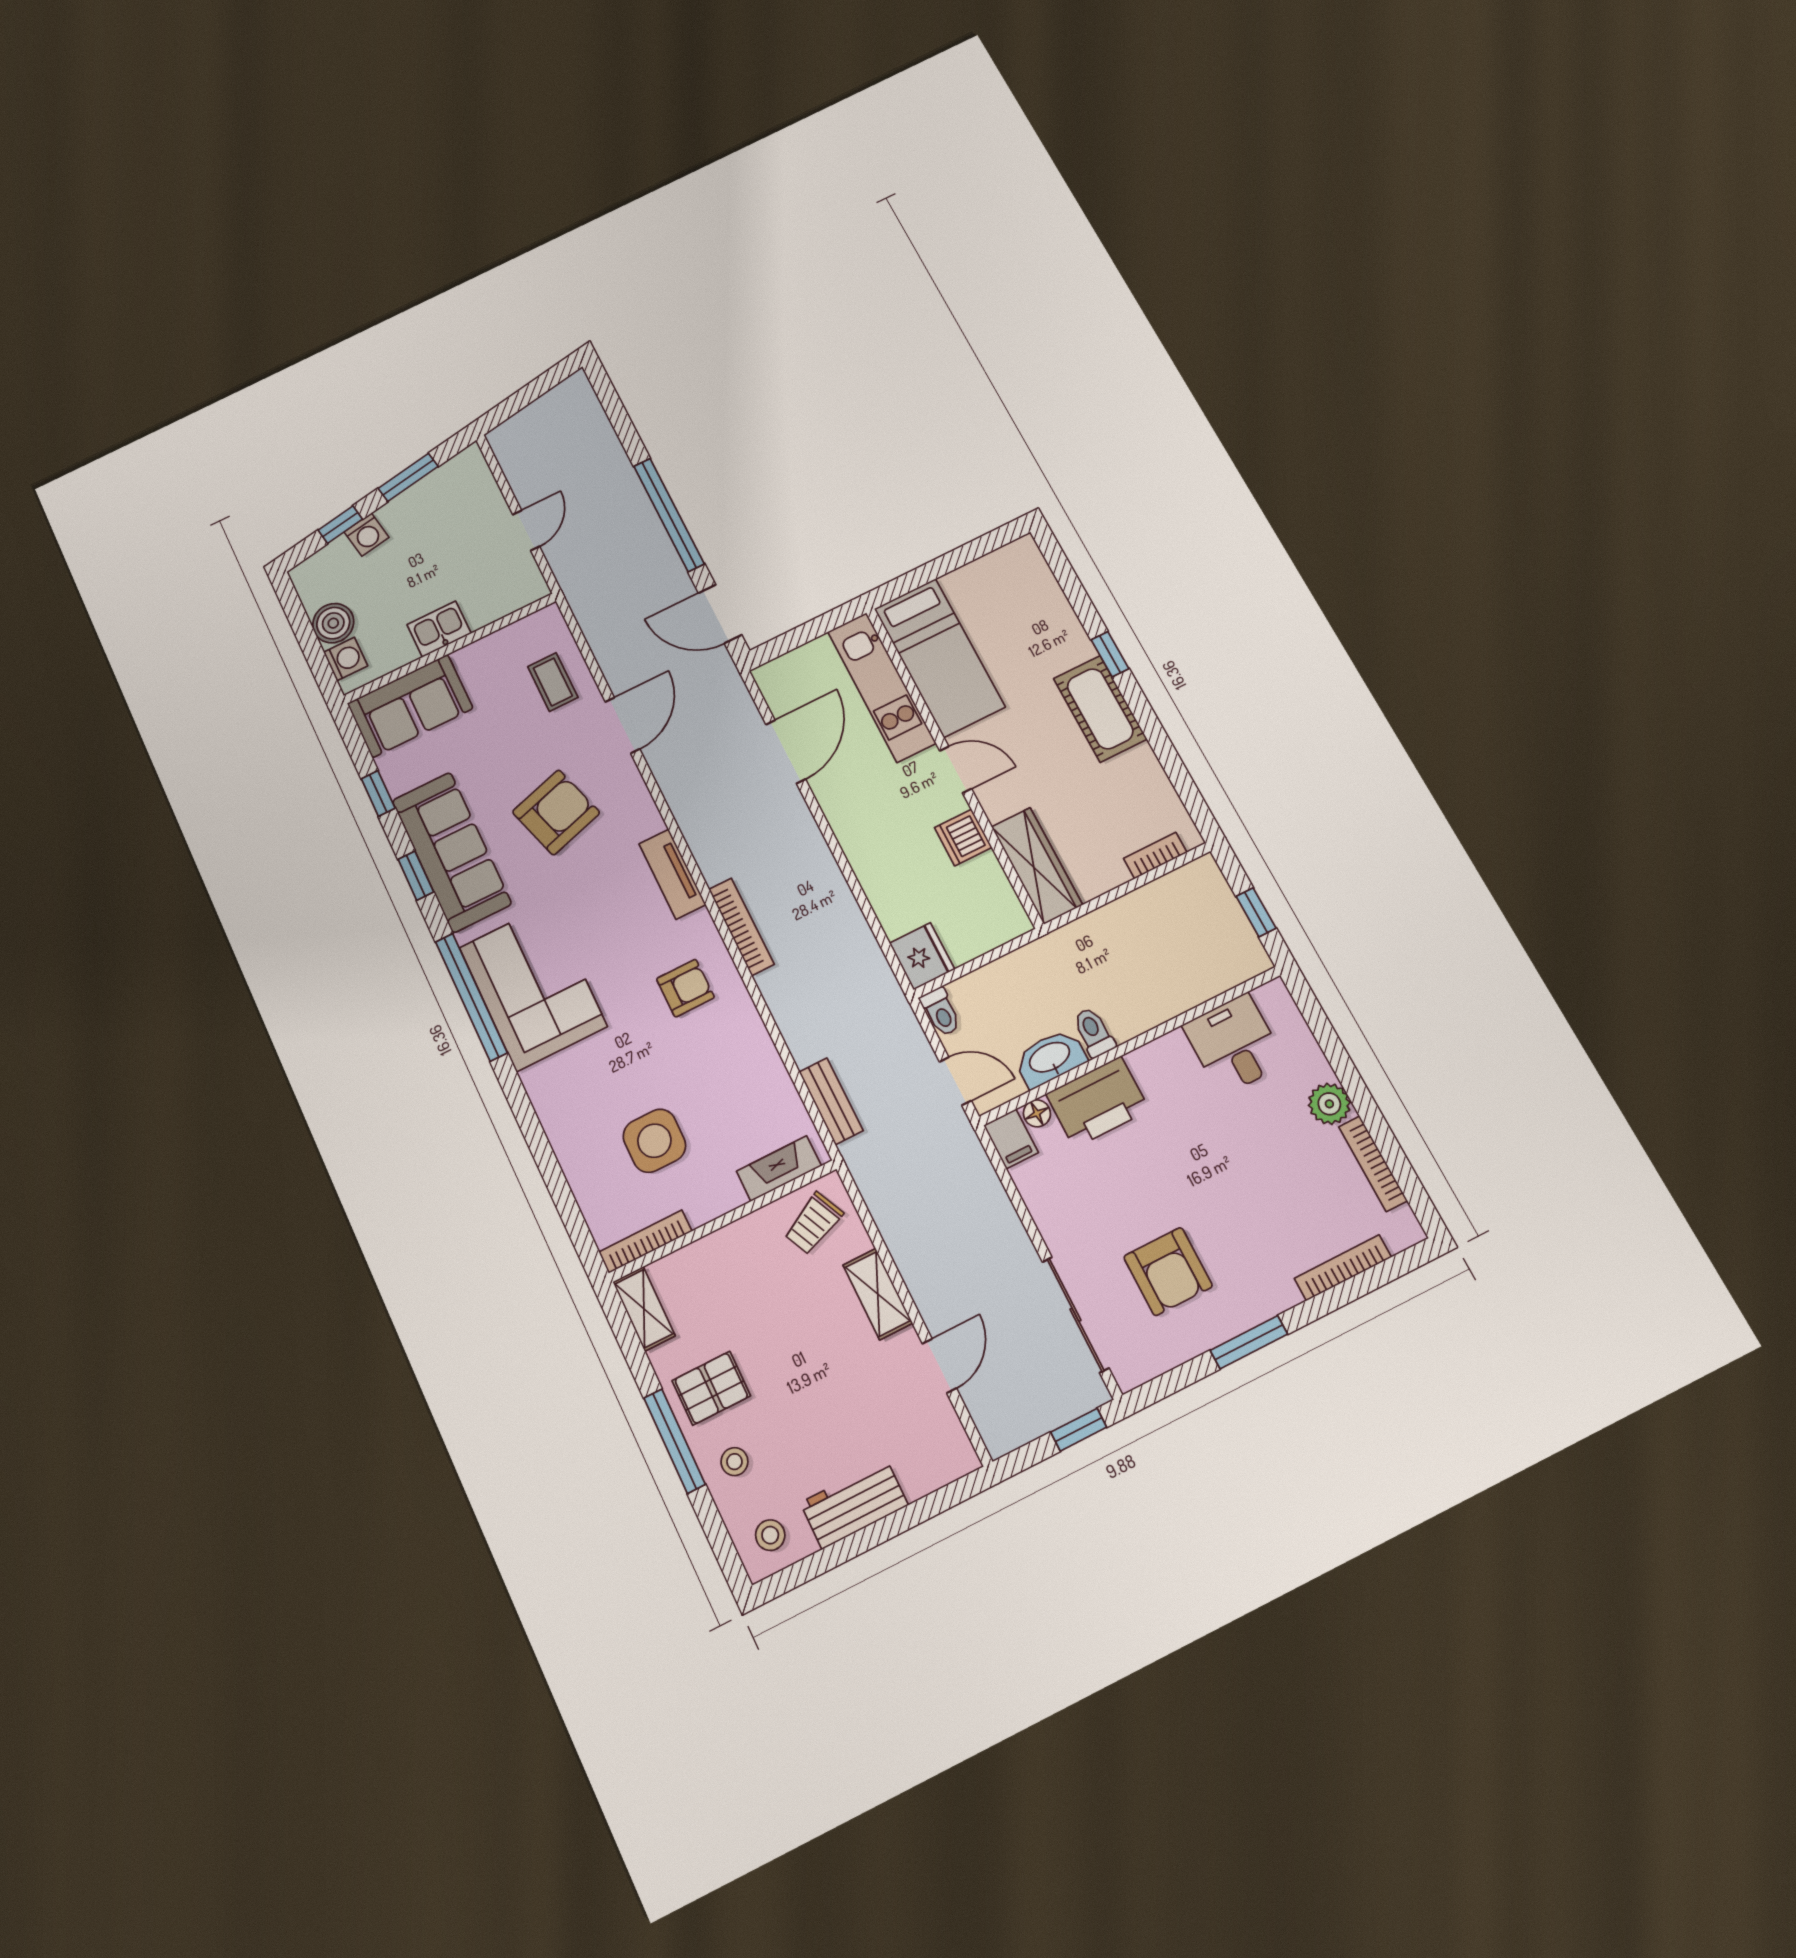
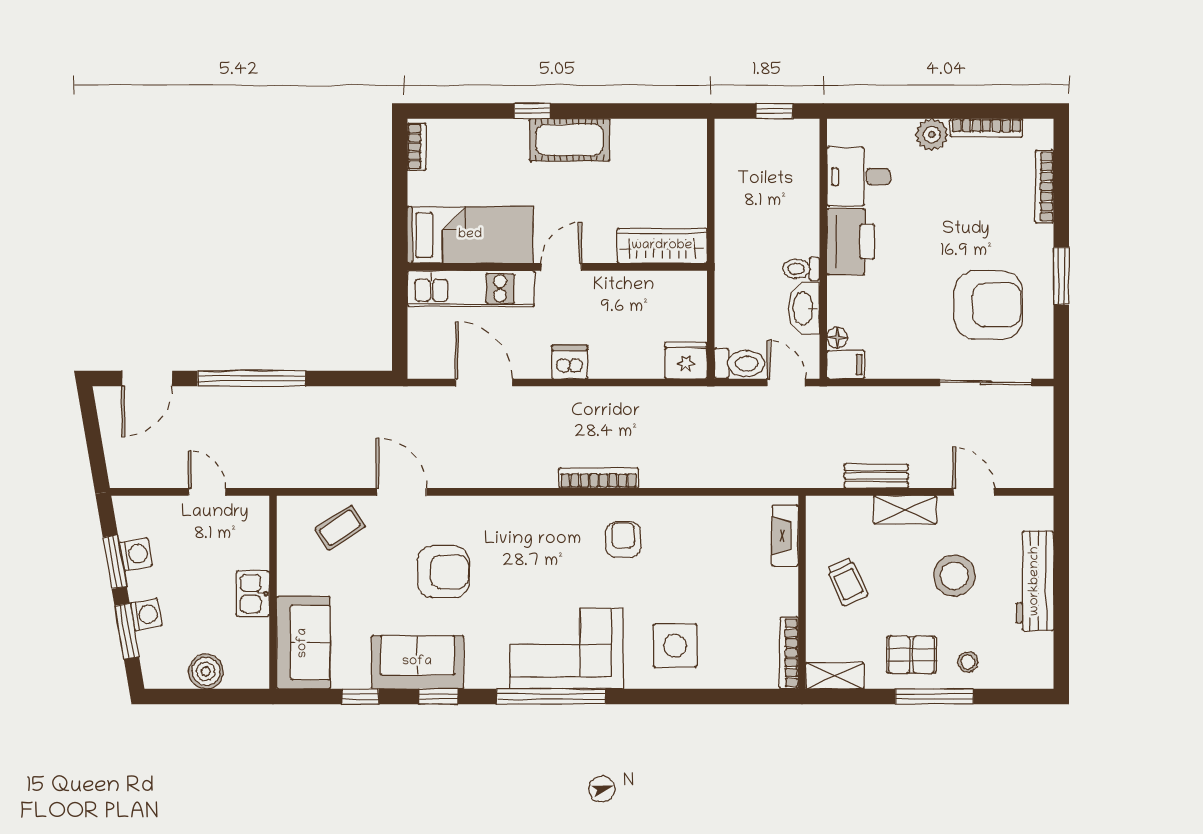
window: (340, 525) -> (127, 631), width x1.50
door: (720, 614) -> (147, 378), moved
washing machine: (346, 659) -> (136, 554), moved, turned 80
coffee table: (553, 682) -> (340, 528), turned -33
armchair: (556, 812) -> (443, 572), turned 107
dishwasher: (963, 837) -> (570, 362), moved, turned 180
sofa: (452, 852) -> (417, 662), width x0.73
bookcase: (1155, 855) -> (417, 147), moved, turned 180
tv unit: (672, 874) -> (534, 509), removed
toilet: (941, 1012) -> (740, 364), width x1.37, depth x1.39
door: (955, 1081) -> (786, 382), hinge flipped
bench: (831, 1101) -> (876, 476), moved
printer: (1098, 1102) -> (851, 242), moved
side table: (654, 1141) -> (675, 646), moved
trolley: (814, 1223) -> (847, 582), moved
armchair: (1168, 1271) -> (988, 305), width x1.36, depth x1.36
pallet: (711, 1388) -> (911, 655), turned 90
window: (1079, 1430) -> (1061, 420), removed
workbench: (854, 1504) -> (1035, 581), width x1.38
stool: (770, 1535) -> (954, 576), moved, width x1.89, depth x1.89

